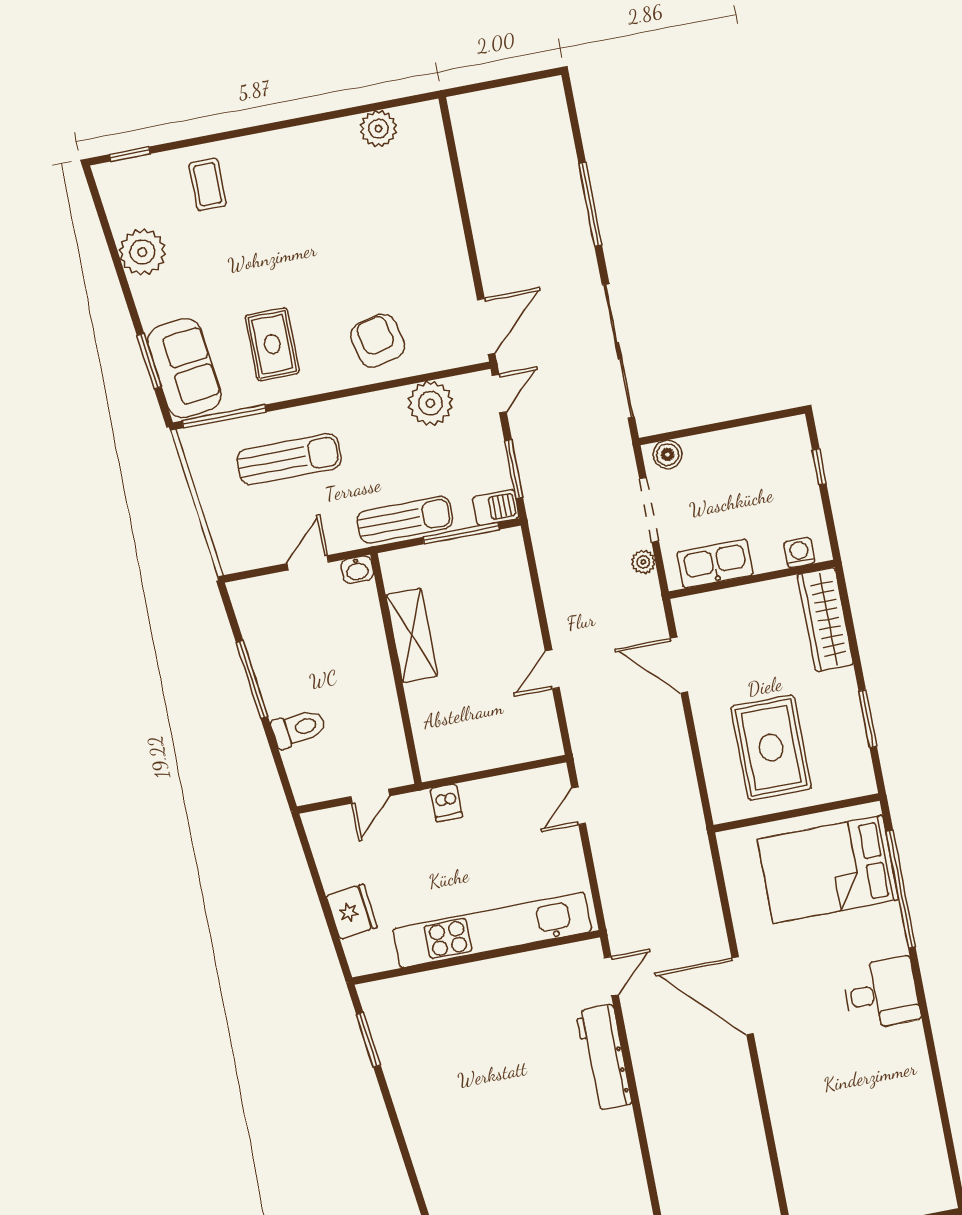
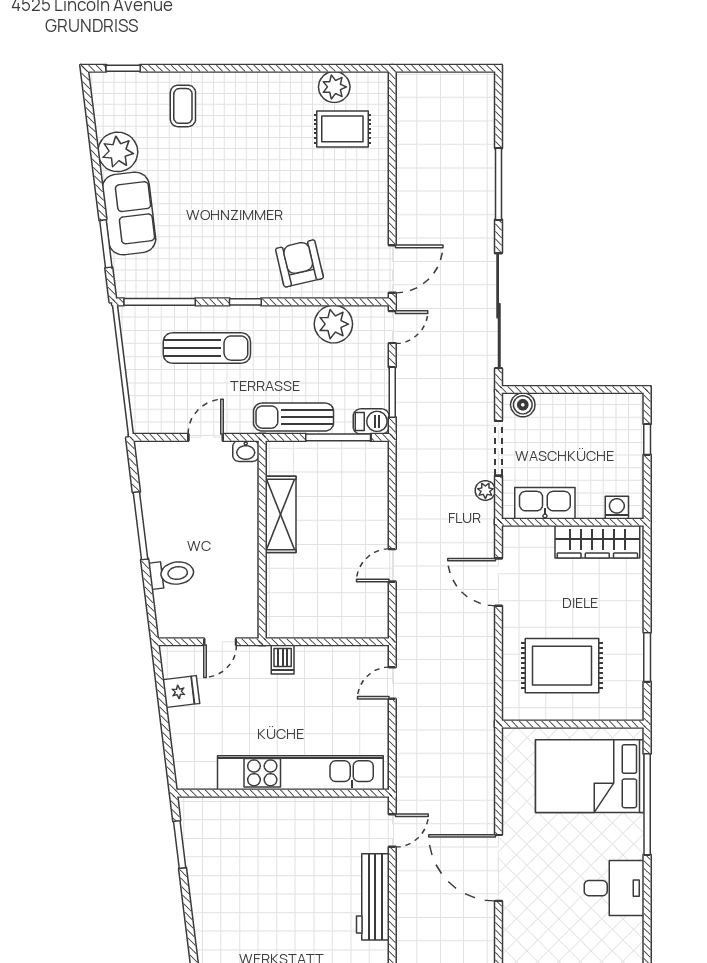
rug: (272, 344) -> (342, 129), moved, turned 90
sofa: (184, 368) -> (129, 213), moved
window: (324, 397) -> (245, 302), added
sun lounger: (405, 520) -> (294, 417), turned 180
wardrobe: (825, 620) -> (597, 542), moved, turned -90
rug: (771, 748) -> (562, 666), turned 90
fridge: (352, 911) -> (181, 692), moved, width x0.72

